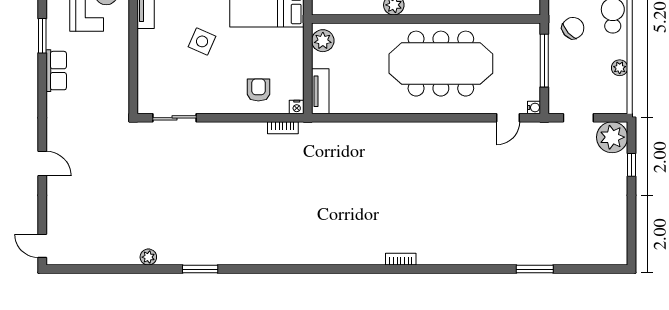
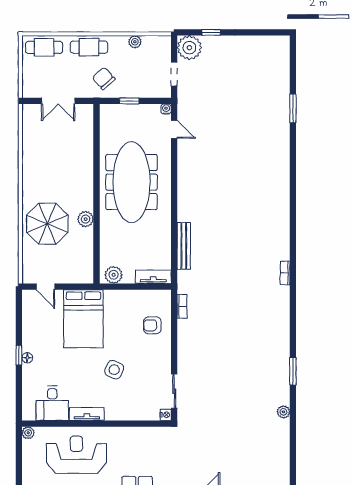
window: (544, 61) -> (129, 101), width x0.46
nightstand: (297, 107) -> (166, 415), moved
bench: (360, 130) -> (184, 246), added
bookcase: (401, 259) -> (285, 273), moved

